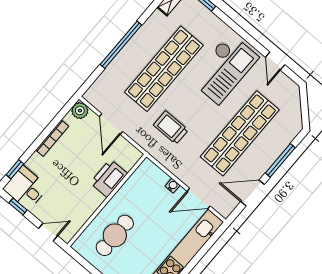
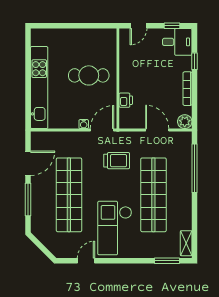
window: (121, 45) -> (194, 168), moved
door: (275, 61) -> (86, 261), hinge flipped
window: (15, 169) -> (194, 61), moved
printer: (109, 178) -> (126, 100), width x0.53, depth x0.68
door: (199, 199) -> (102, 130), moved
cafe table: (115, 235) -> (89, 75), moved, turned 90

